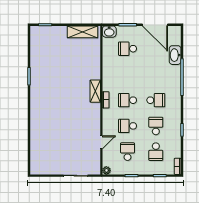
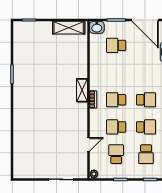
school desk: (156, 126) -> (146, 127), turned 90

